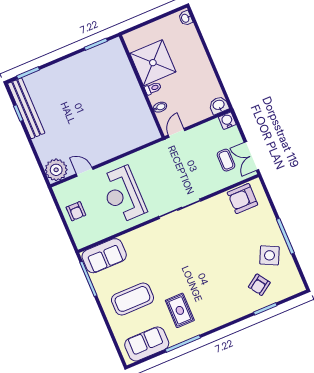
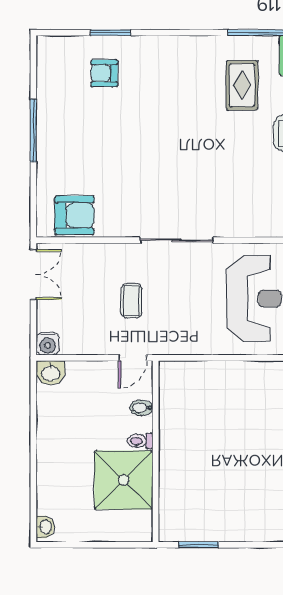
coffee table: (226, 160) -> (131, 301), moved
side table: (270, 255) -> (70, 111), removed
armchair: (259, 285) -> (104, 73), turned -146

